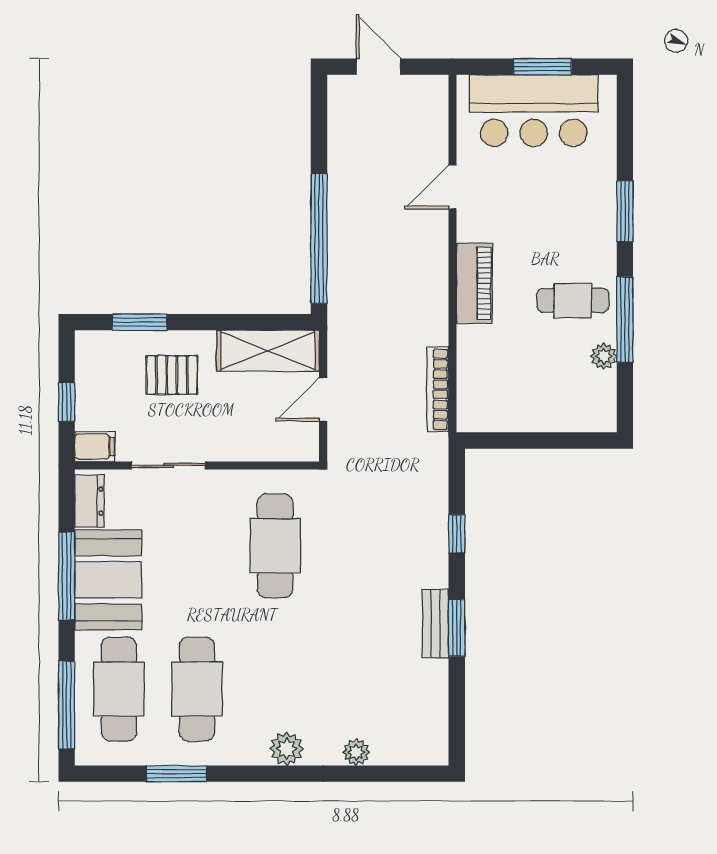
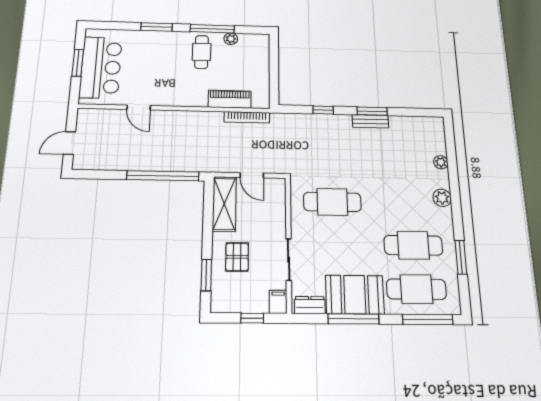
piano: (474, 283) -> (230, 99), moved

